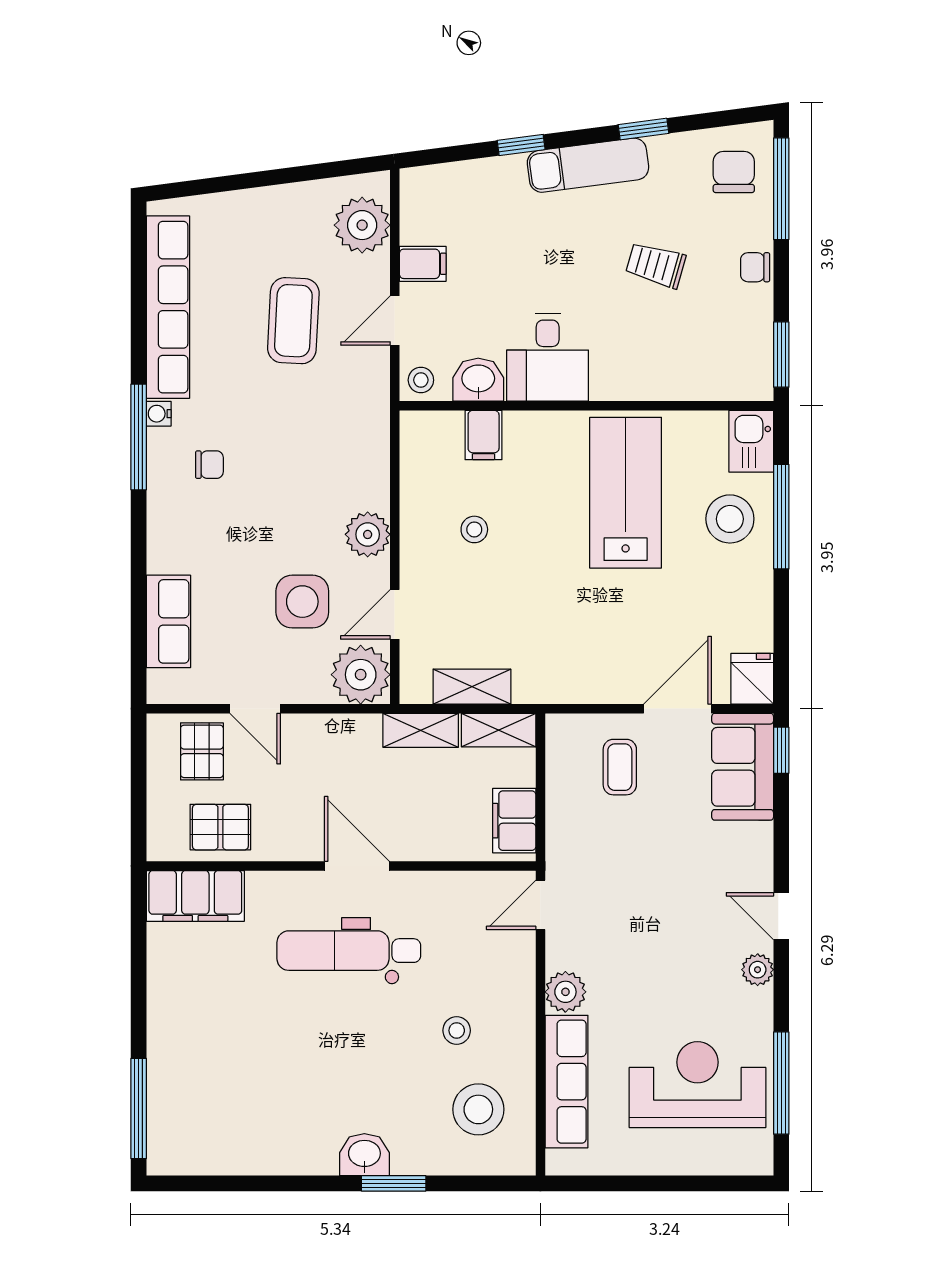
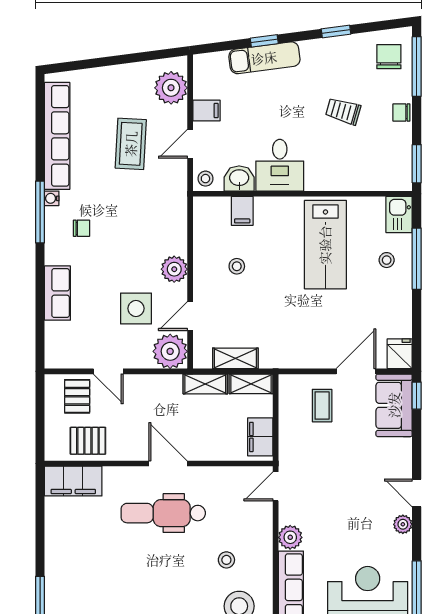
exam couch: (588, 165) -> (264, 58), moved
lab bench: (626, 493) -> (325, 245), turned 180
stool: (730, 519) -> (387, 260), width x0.53, depth x0.53
row of seats: (168, 621) -> (57, 293), moved

